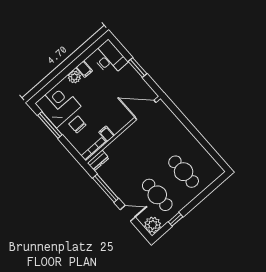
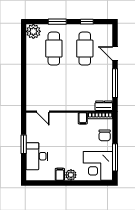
desk: (109, 58) -> (37, 156), moved
door: (145, 110) -> (43, 112), width x0.53
chair: (77, 124) -> (105, 135), moved
window: (201, 197) -> (57, 22), added
plant: (153, 225) -> (33, 31), moved

